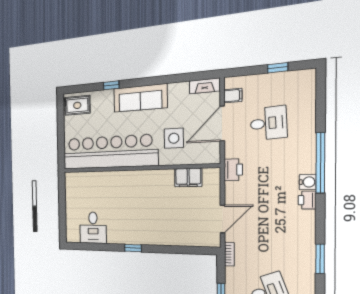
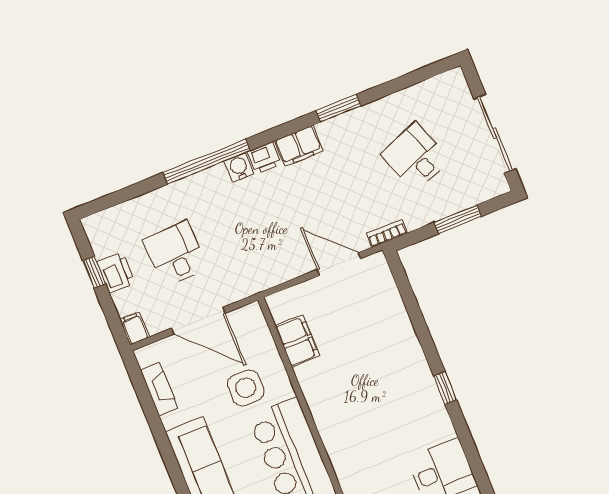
fireplace: (205, 86) -> (159, 389), moved
filing cabinet: (233, 96) -> (135, 328), moved
printer: (233, 170) -> (116, 272), moved, turned 90
filing cabinet: (306, 224) -> (299, 146), added

